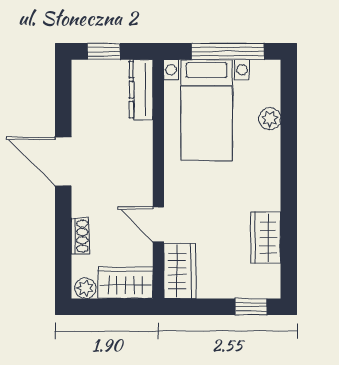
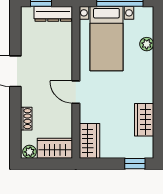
dresser: (141, 90) -> (53, 14), moved, turned -90
door: (158, 224) -> (76, 92), moved

